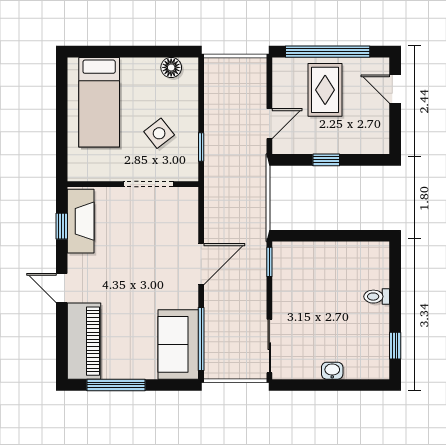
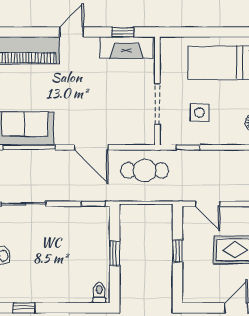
side table: (159, 133) -> (199, 113), turned 38
cafe table: (229, 199) -> (145, 170), added
window: (329, 236) -> (115, 253), added
toilet: (377, 297) -> (99, 293), moved

